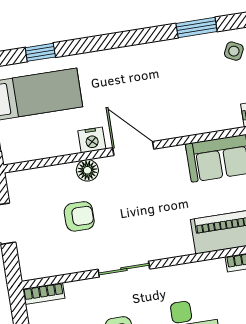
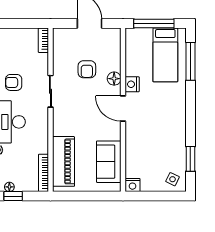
window: (40, 52) -> (190, 61), width x2.17
door: (133, 148) -> (123, 109), swing flipped

